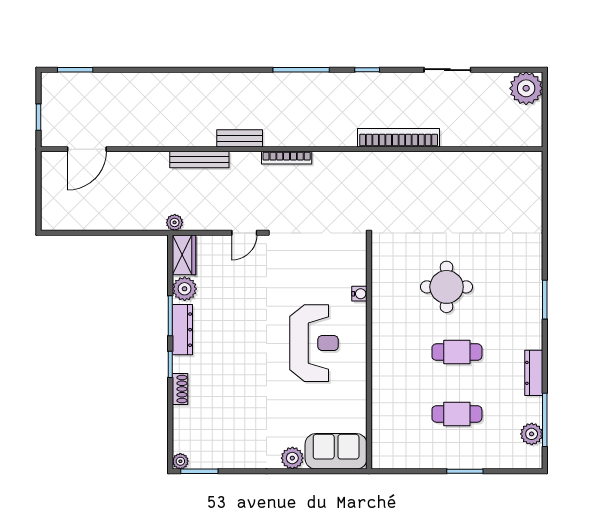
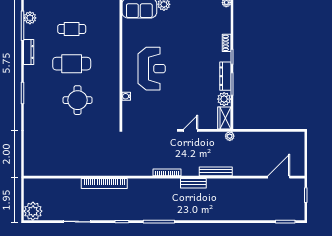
reception desk: (314, 343) -> (152, 69), turned 180
cafe table: (457, 352) -> (72, 64), width x1.37, depth x1.35

